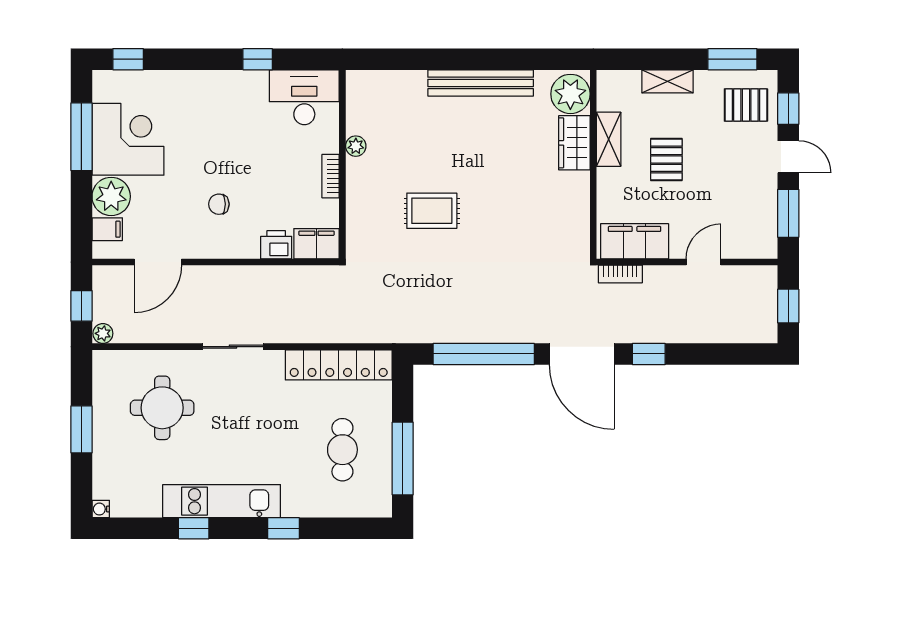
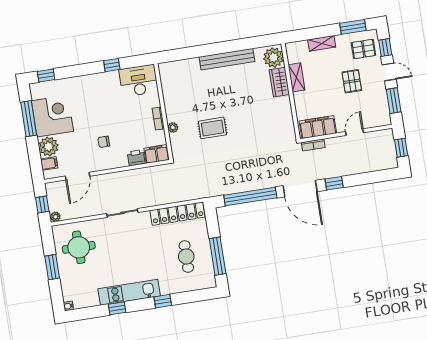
plant: (356, 146) -> (173, 127), moved
pallet: (666, 159) -> (352, 81), moved
round table: (162, 408) -> (79, 247), moved

